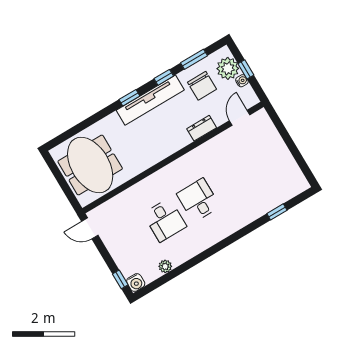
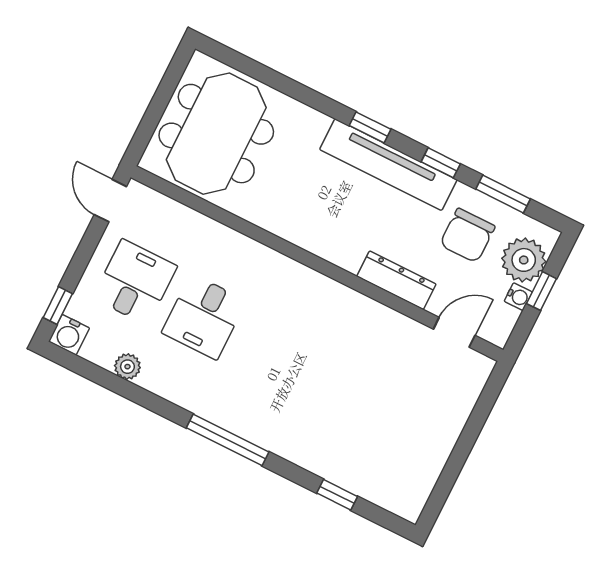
dresser: (202, 128) -> (396, 280), width x1.44
desk: (198, 200) -> (135, 282), moved
window: (224, 244) -> (228, 440), added

